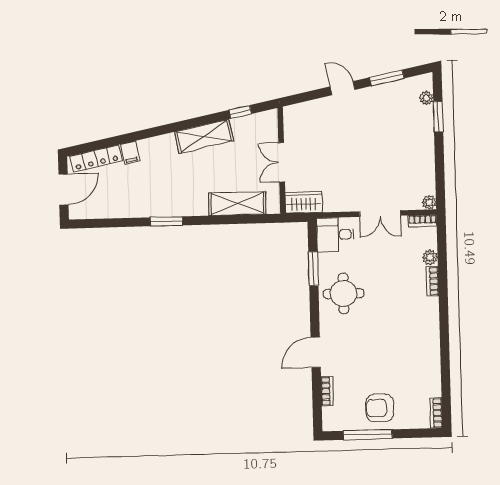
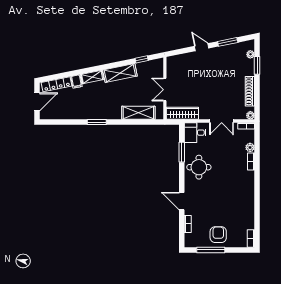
shelving: (157, 144) -> (92, 77), added
shoe rack: (427, 161) -> (250, 91), added
wardrobe: (304, 202) -> (182, 113), width x1.50
door: (316, 352) -> (182, 201), hinge flipped
armchair: (380, 408) -> (218, 235), turned 90

